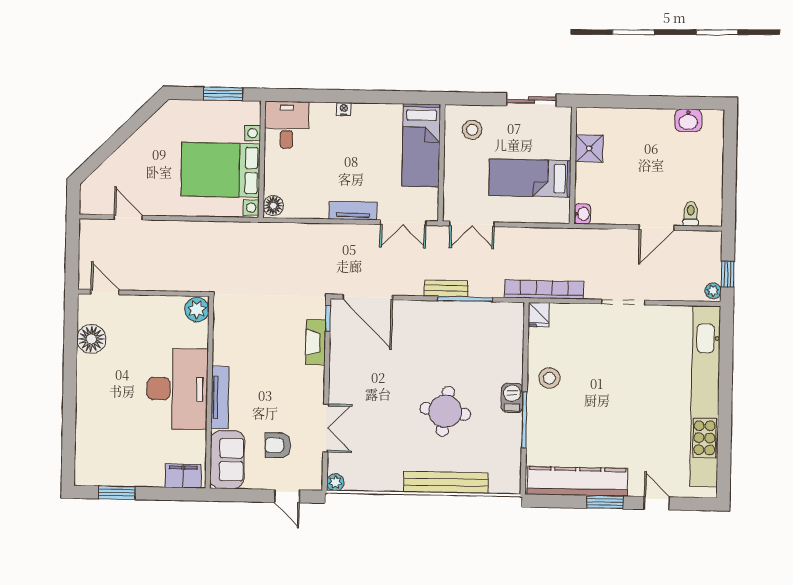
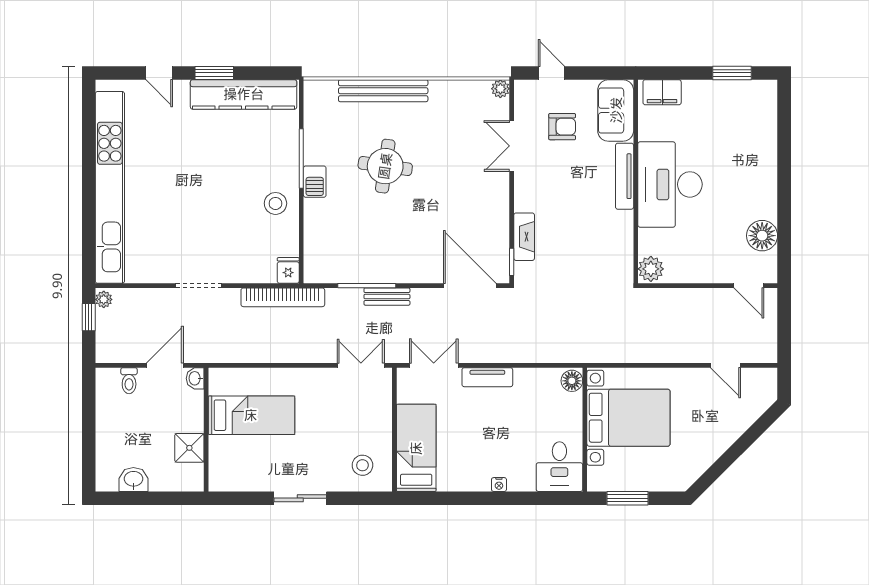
shower: (589, 148) -> (189, 448), moved
wall: (573, 165) -> (206, 430), moved
bed: (530, 178) -> (251, 415), moved
washbasin: (582, 214) -> (195, 378), moved

